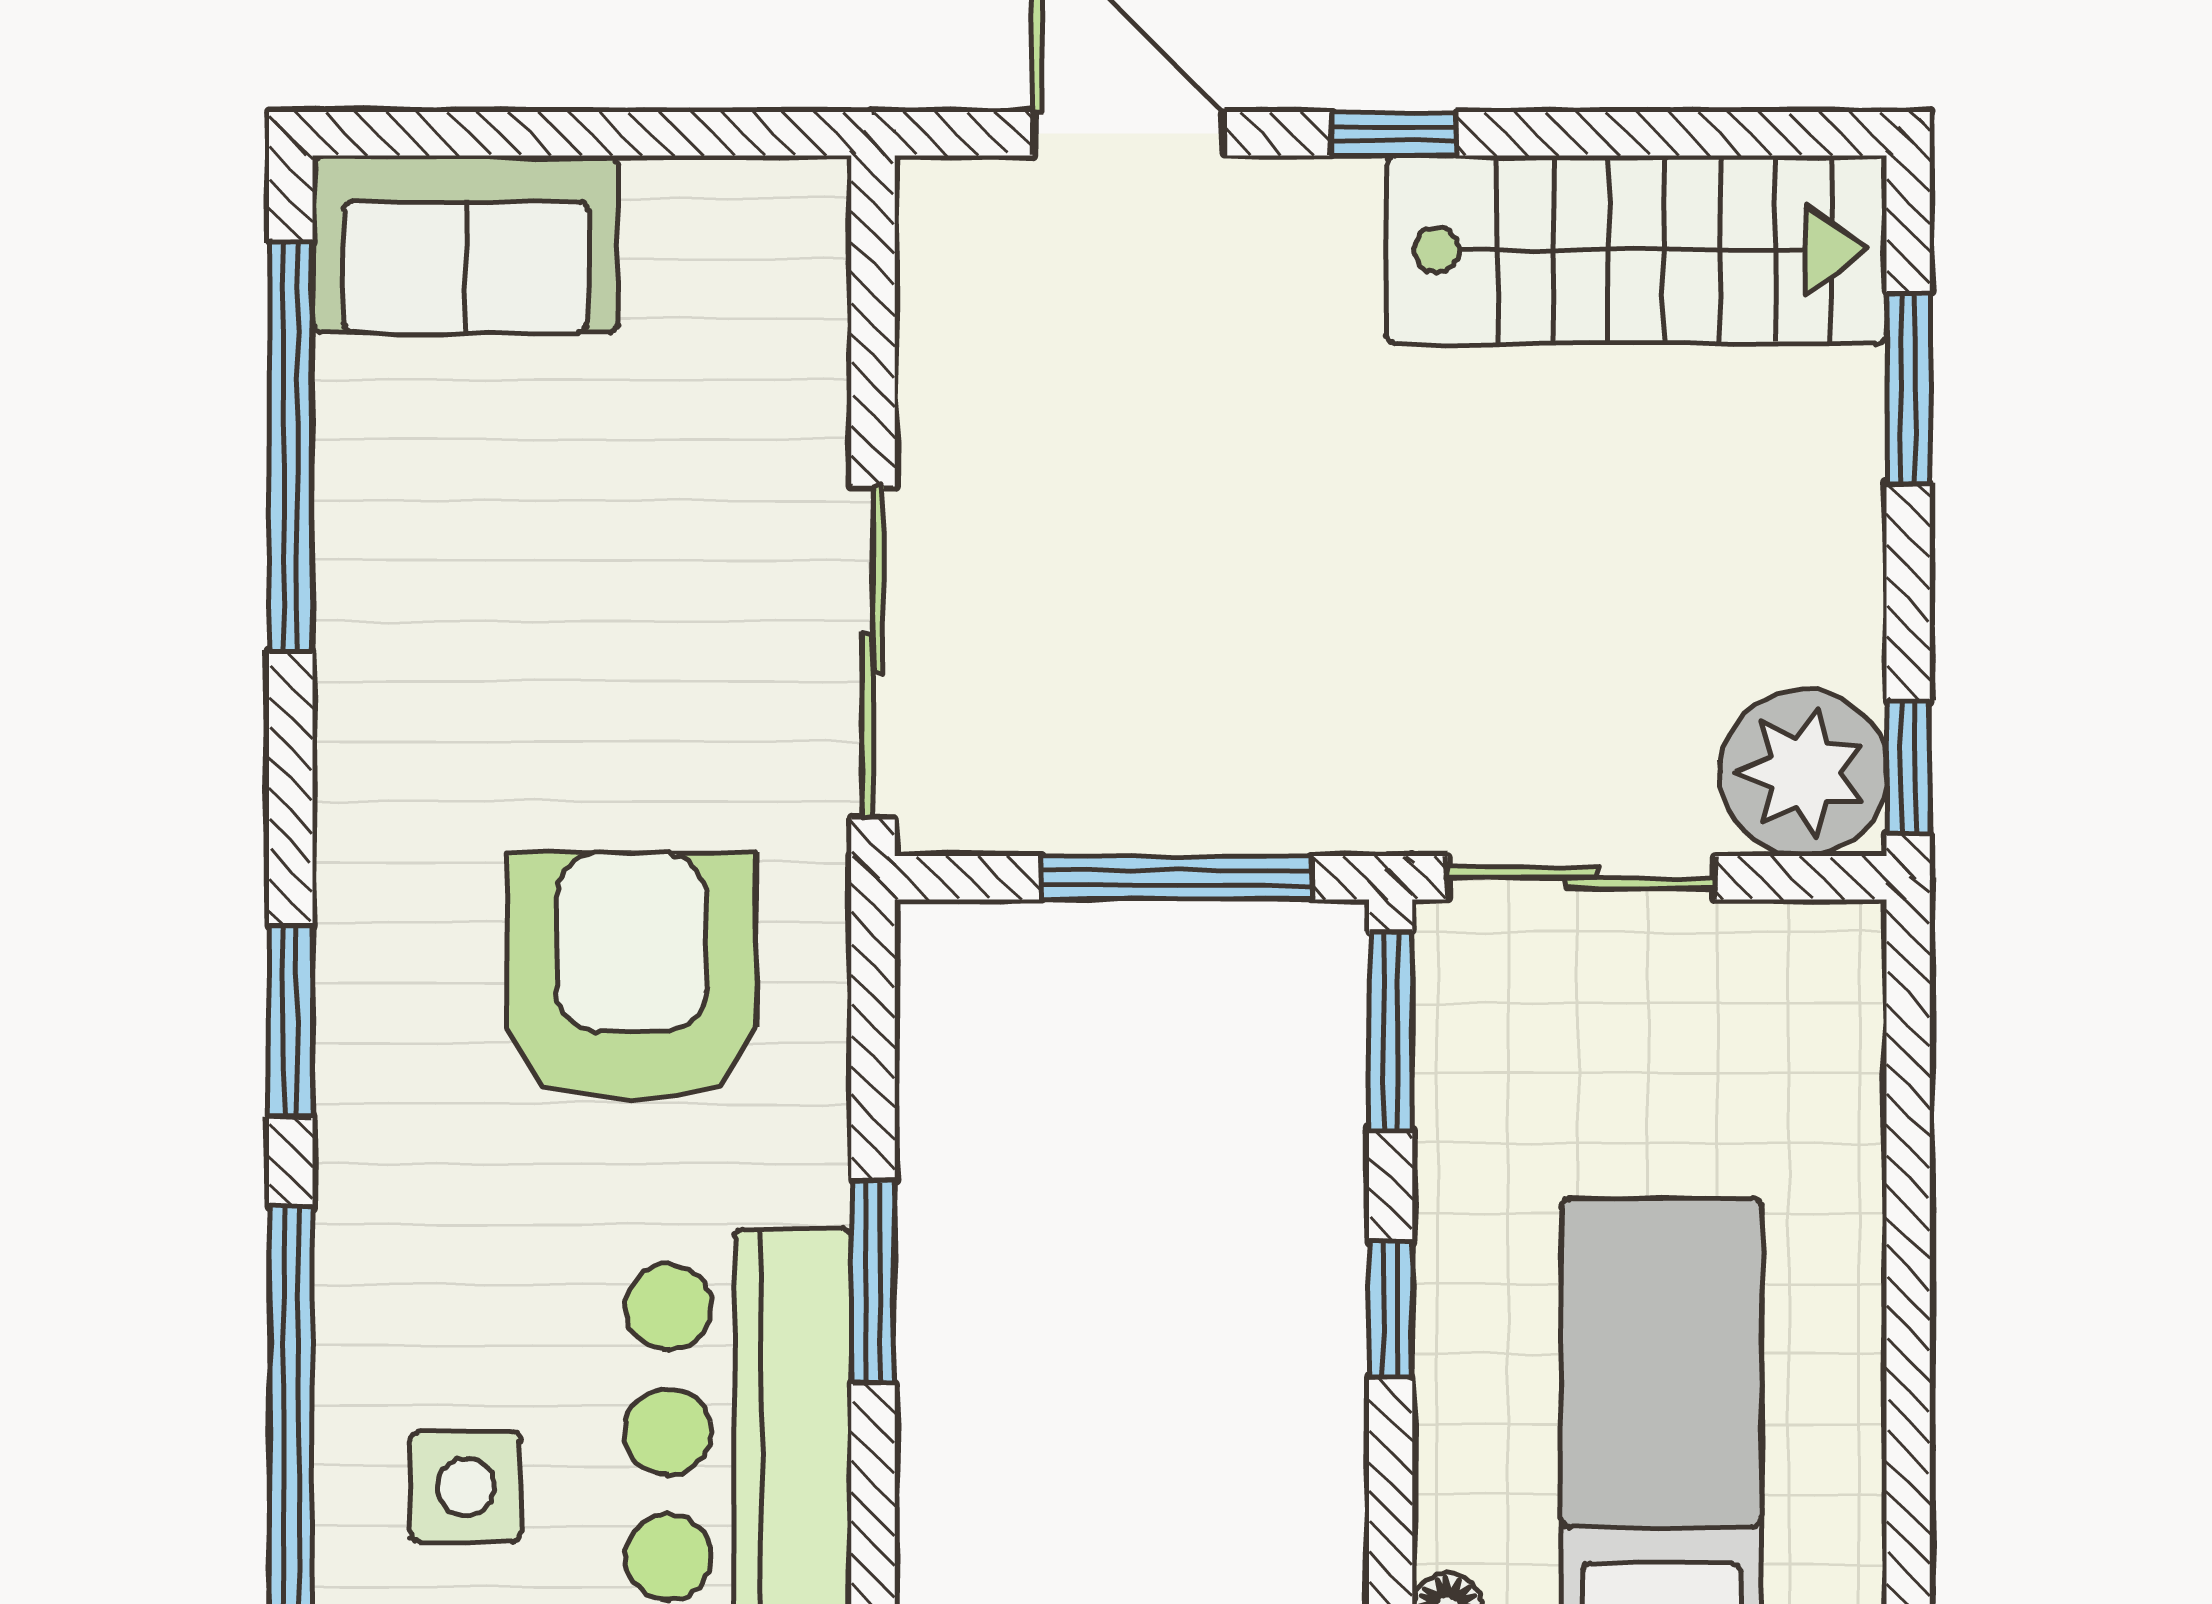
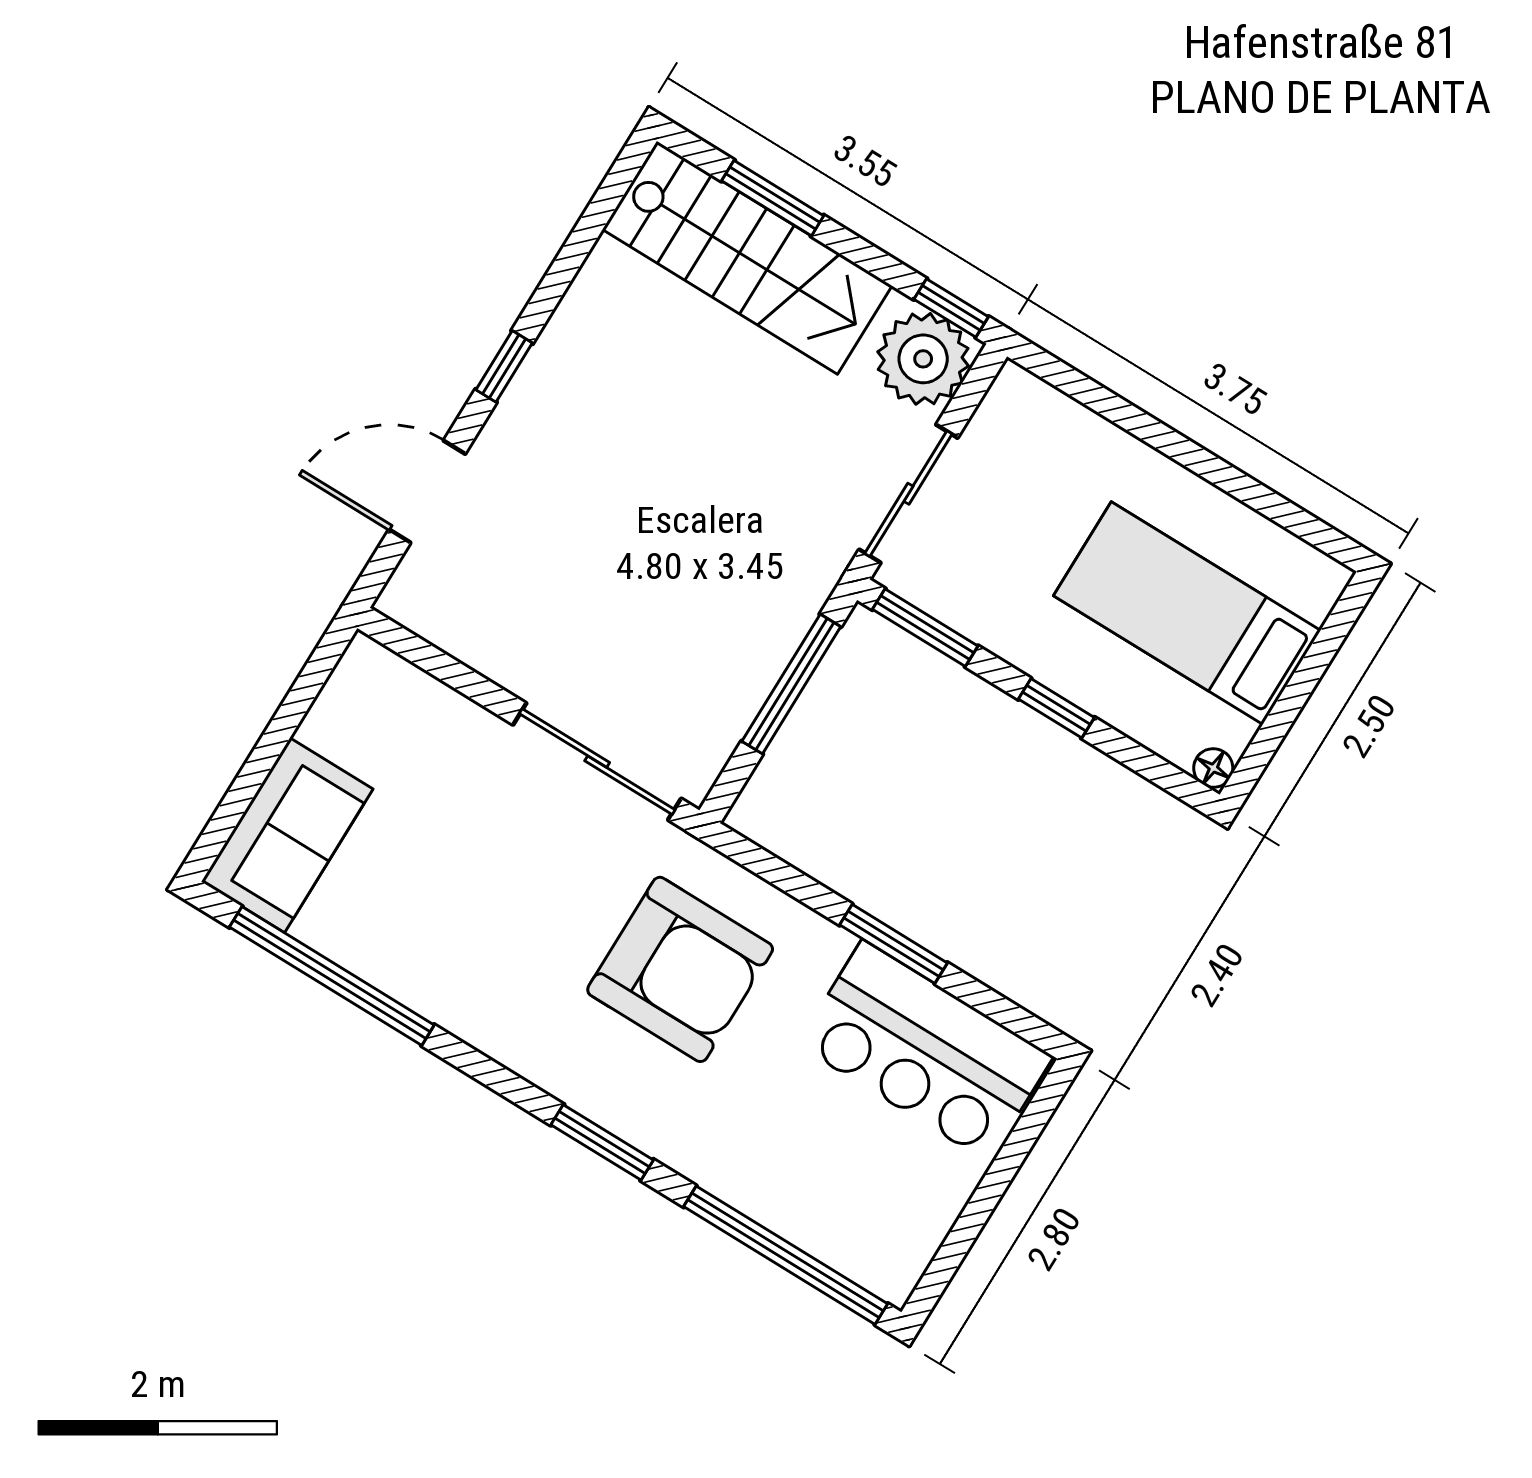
stairs: (1637, 250) -> (747, 258), moved, turned 90
armchair: (631, 977) -> (680, 969), turned 180
side table: (466, 1487) -> (872, 1195), removed

